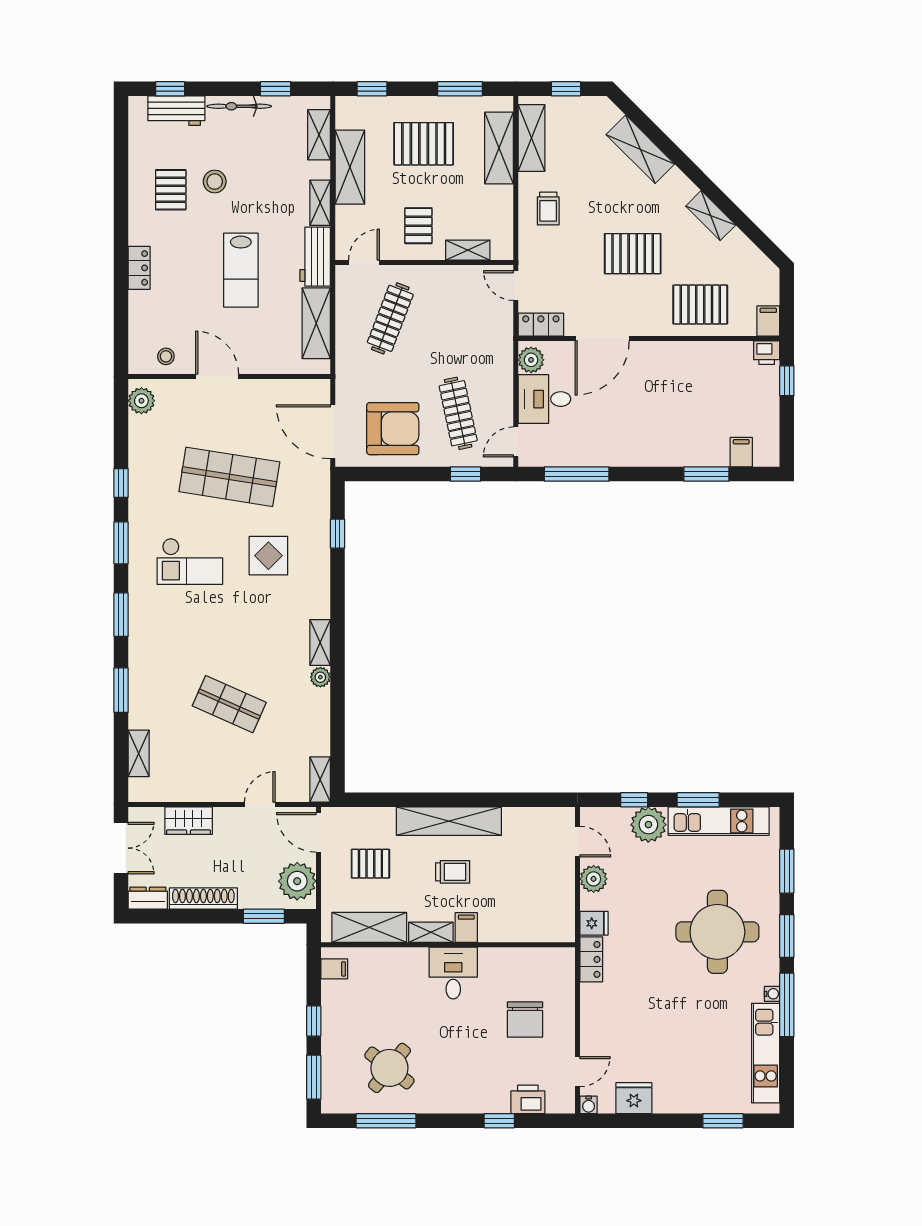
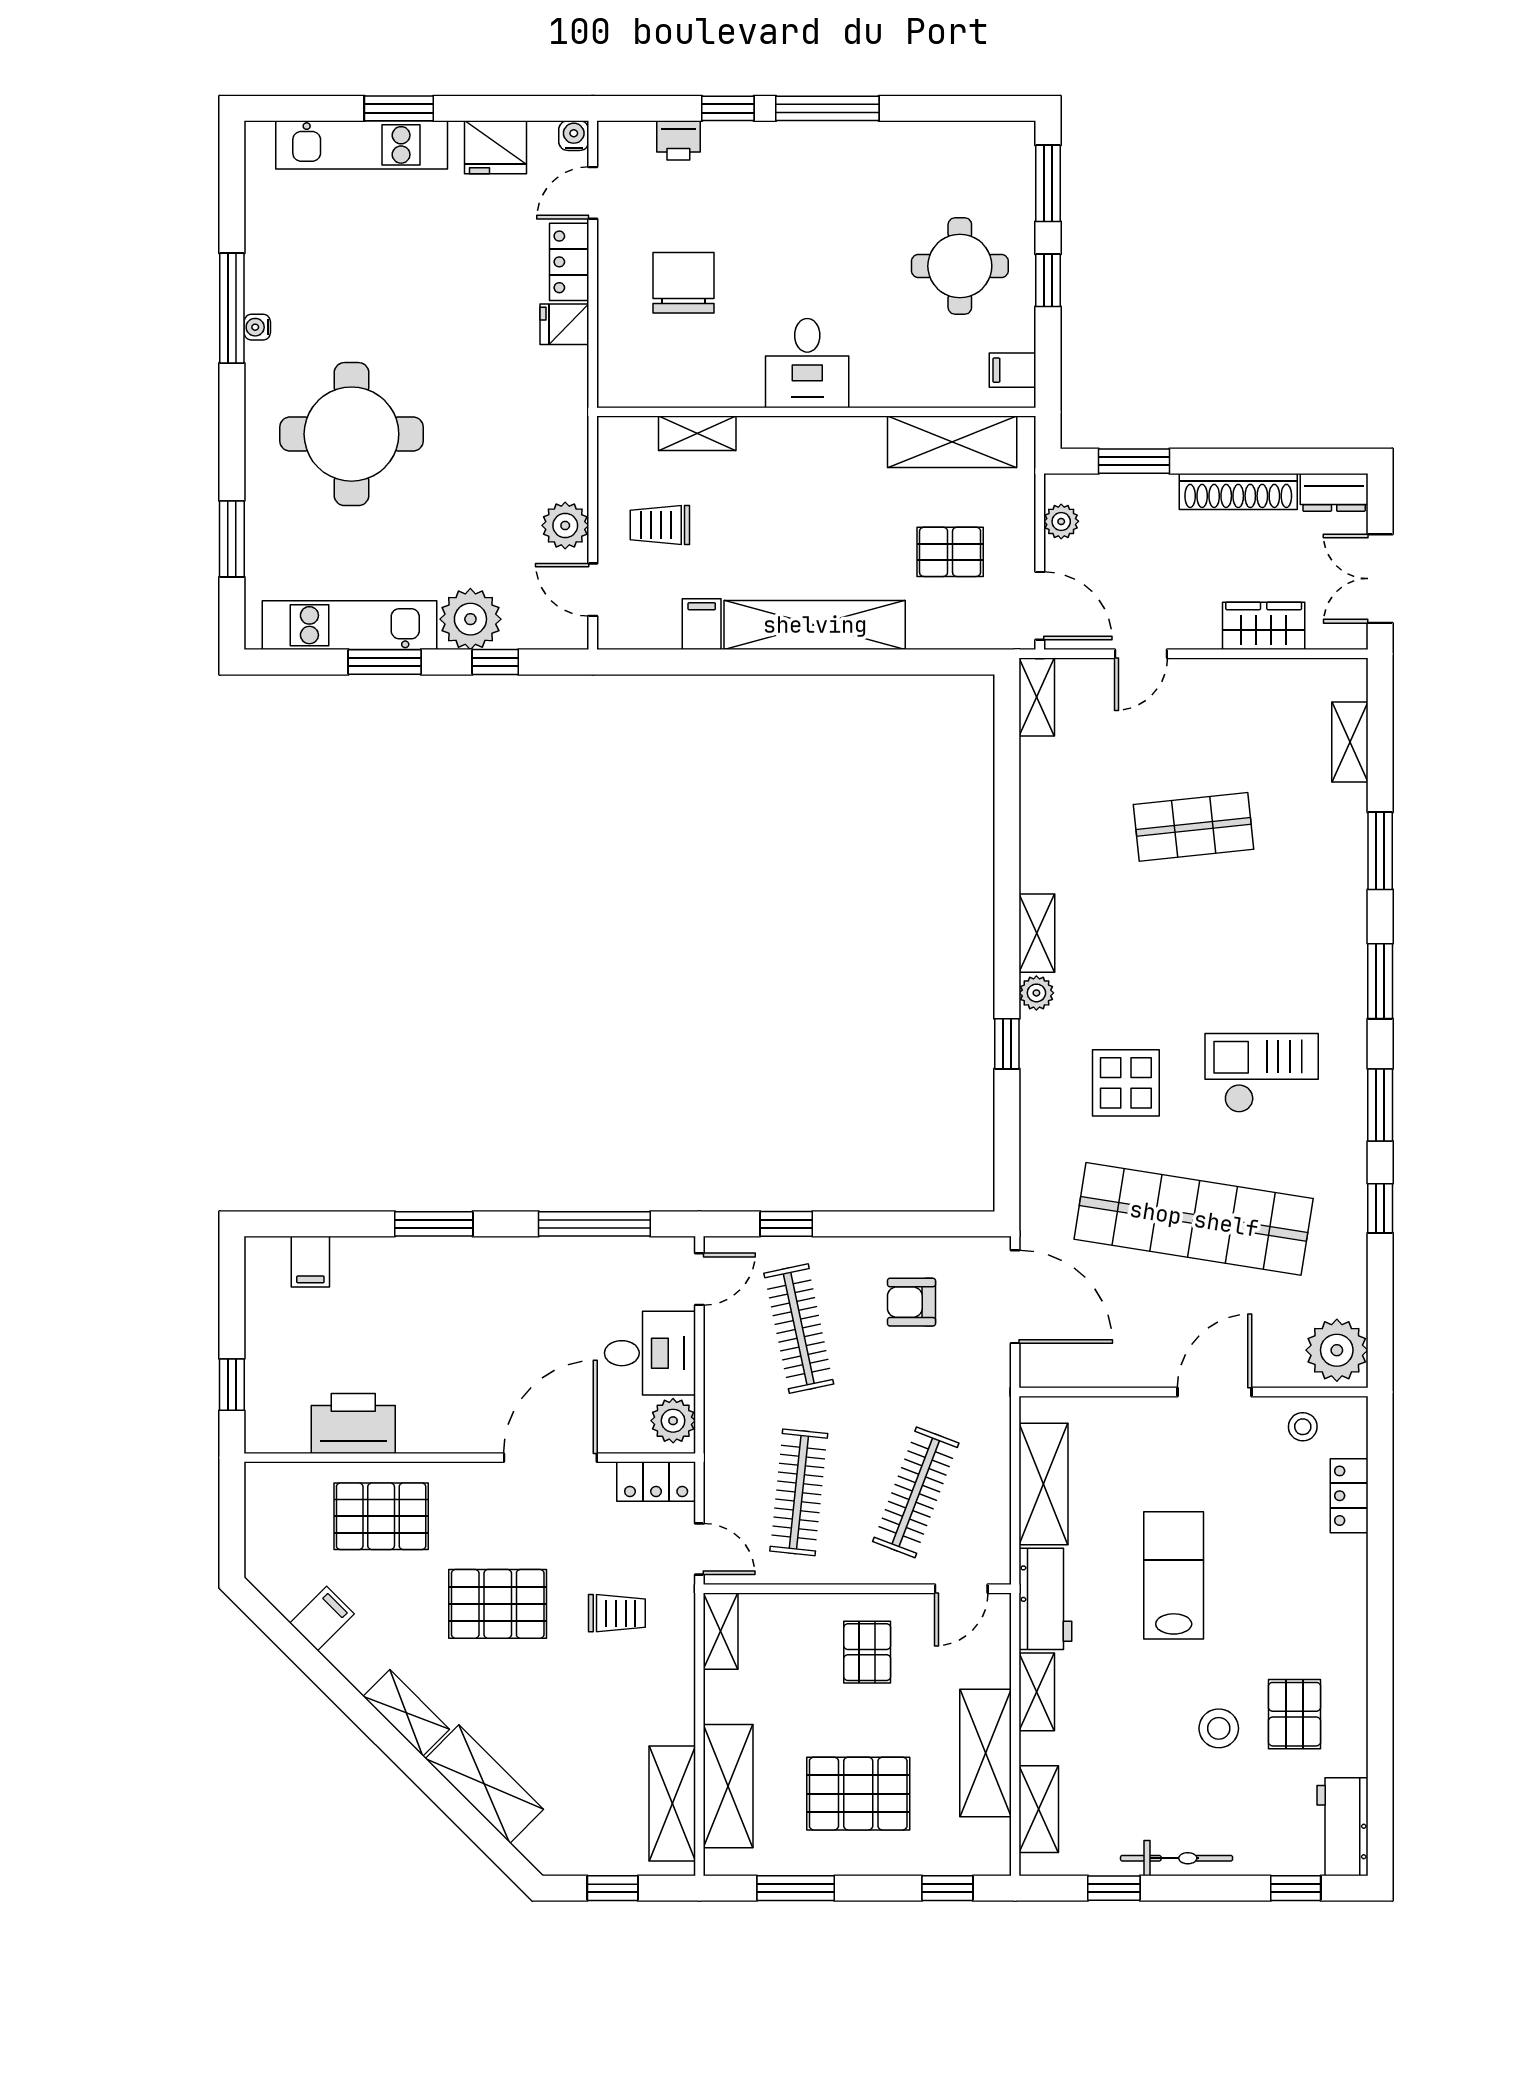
workbench: (176, 111) -> (1342, 1827), moved, turned -90
trolley: (548, 209) -> (617, 1613), moved, turned 90
shelving: (711, 216) -> (406, 1713), moved
shelving: (468, 250) -> (721, 1631), moved, turned 90
locker: (139, 268) -> (1349, 1496), moved
clothes rail: (458, 318) -> (799, 1492), added
filing cabinet: (768, 321) -> (322, 1619), moved, turned -135
printer: (767, 353) -> (353, 1423), moved, width x1.87, depth x1.48
door: (217, 377) -> (1215, 1392), swing flipped
plant: (141, 401) -> (1337, 1350), width x1.36, depth x1.36
armchair: (393, 429) -> (911, 1302), width x0.53, depth x0.53
window: (706, 474) -> (434, 1224), moved
shop shelf: (229, 477) -> (1194, 1219), width x1.40
window: (337, 534) -> (1007, 1044), moved
plant: (320, 677) -> (1036, 993), moved
shop shelf: (229, 704) -> (1194, 827), turned -30
trolley: (453, 872) -> (660, 525), moved
plant: (297, 881) -> (1061, 521), width x0.53, depth x0.53
fridge: (594, 923) -> (564, 324), moved
filing cabinet: (466, 928) -> (702, 624), moved, turned 180
shelving: (431, 932) -> (697, 433), moved
window: (787, 936) -> (232, 427), removed
locker: (591, 959) -> (569, 262), moved
kitchen unit: (766, 1053) -> (362, 145), moved, turned 90
round table: (389, 1068) -> (960, 266), moved, turned -38
printer: (528, 1099) -> (678, 140), width x0.73, depth x0.81
window: (386, 1121) -> (827, 108), moved
window: (723, 1121) -> (399, 108), moved

